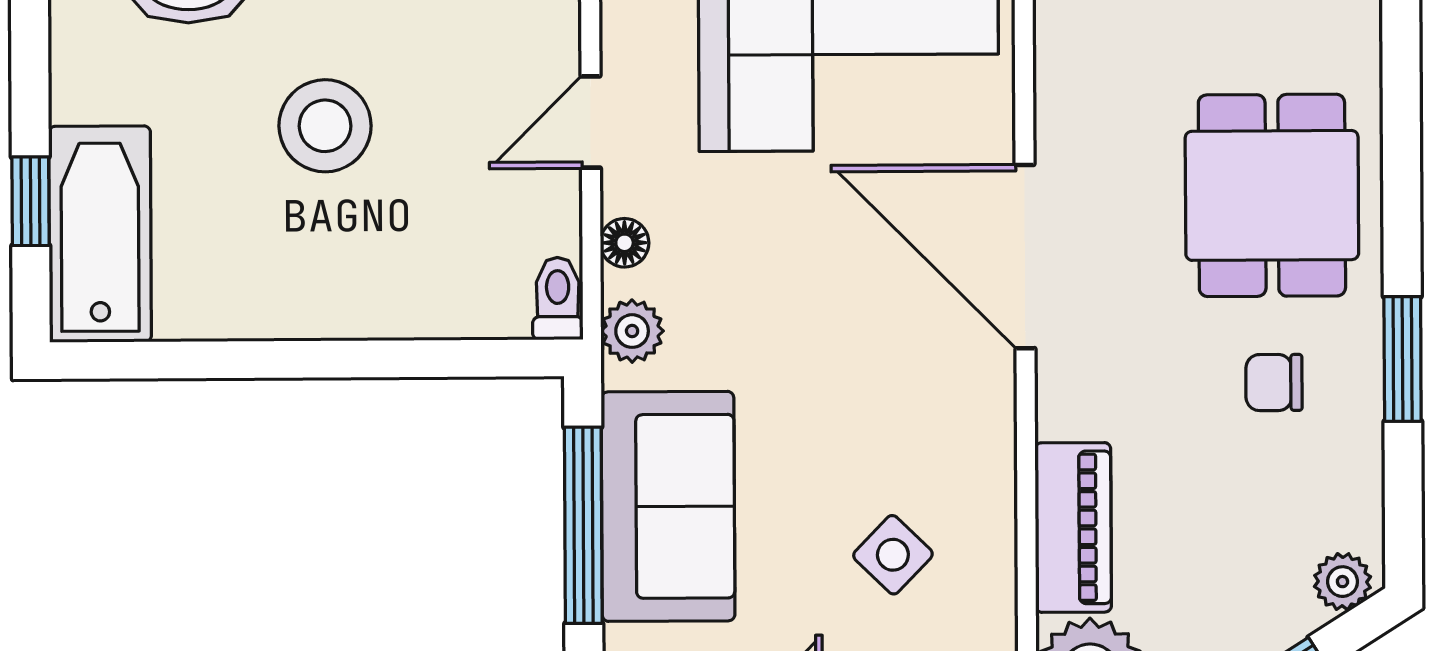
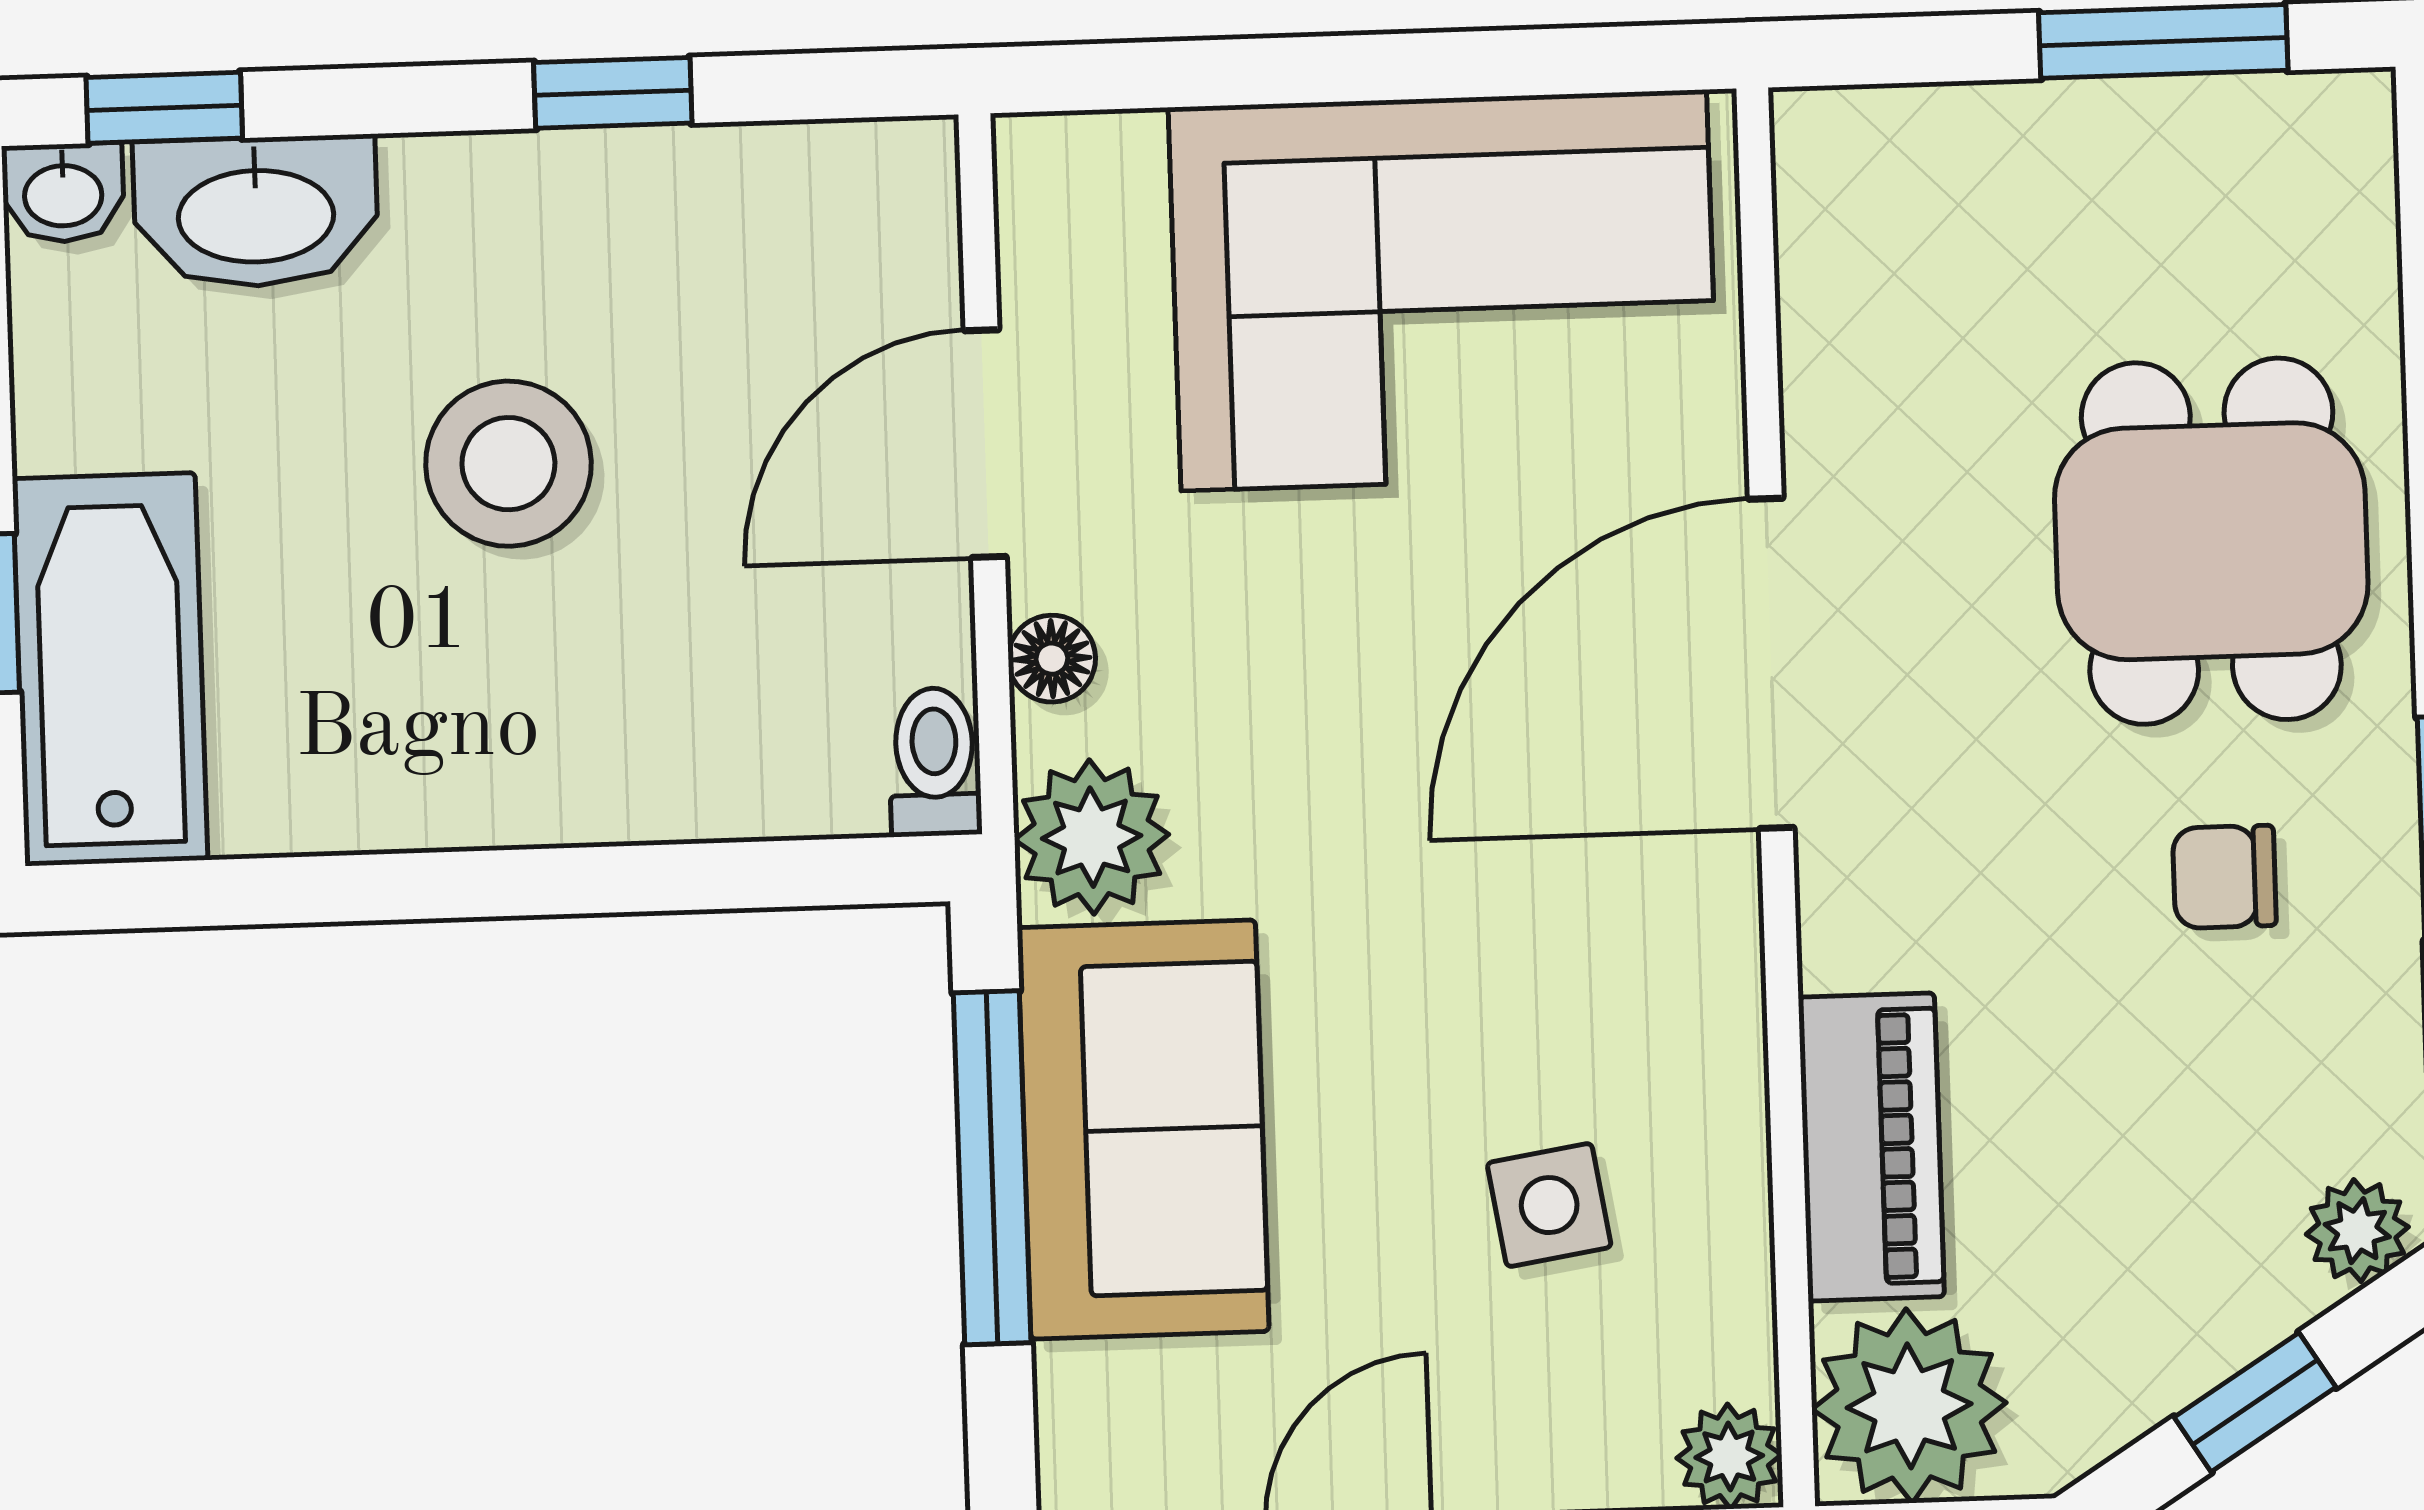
door: (591, 122) -> (985, 444), width x1.38
door: (1025, 257) -> (1771, 663), hinge flipped
plant: (632, 331) -> (1092, 837), width x1.38, depth x1.38
side table: (893, 555) -> (1549, 1205), turned 37

